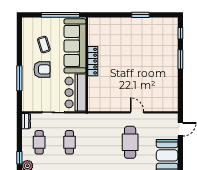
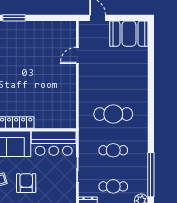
door: (137, 112) -> (77, 55), moved
cafe table: (130, 142) -> (113, 114), moved

